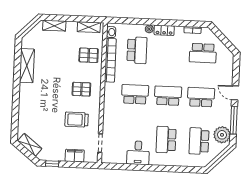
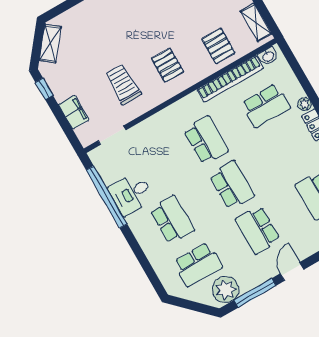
school desk: (201, 97) -> (258, 230), turned 180
school desk: (166, 140) -> (172, 220), turned 90
school desk: (199, 141) -> (198, 265), turned 180
window: (132, 167) -> (107, 197), added

